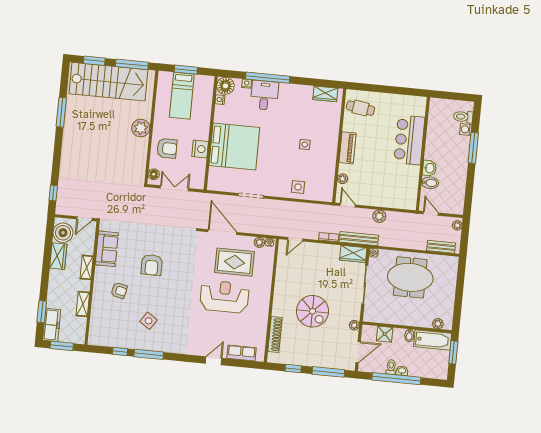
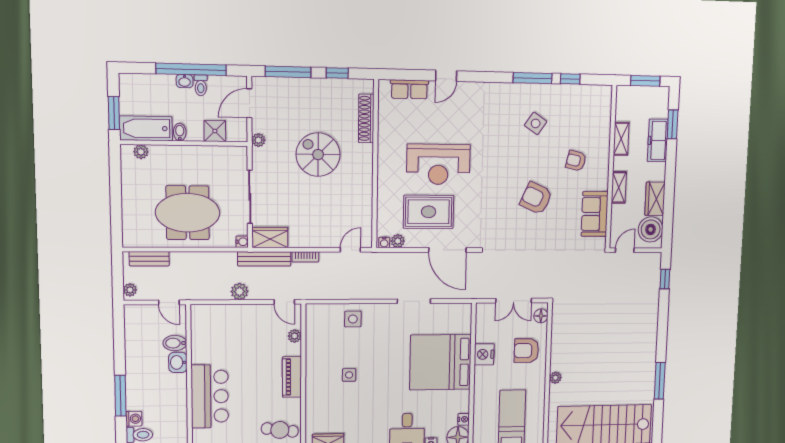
plant: (141, 128) -> (555, 378), width x0.53, depth x0.53
armchair: (152, 265) -> (536, 198), turned -66
freezer: (52, 325) -> (658, 140), moved

